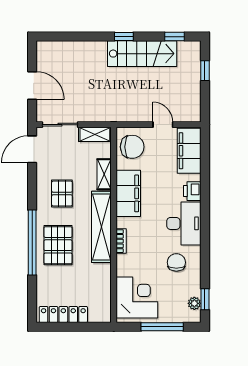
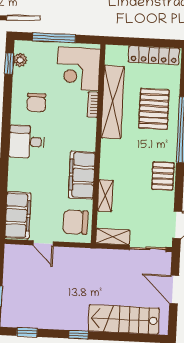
stairs: (142, 54) -> (124, 320), moved
printer: (192, 191) -> (17, 174), removed
pallet: (62, 194) -> (163, 176), moved
desk: (184, 223) -> (27, 142), width x0.73
shelving: (101, 227) -> (113, 102), moved
bookcase: (121, 241) -> (93, 105), moved
pallet: (58, 245) -> (154, 109), moved

